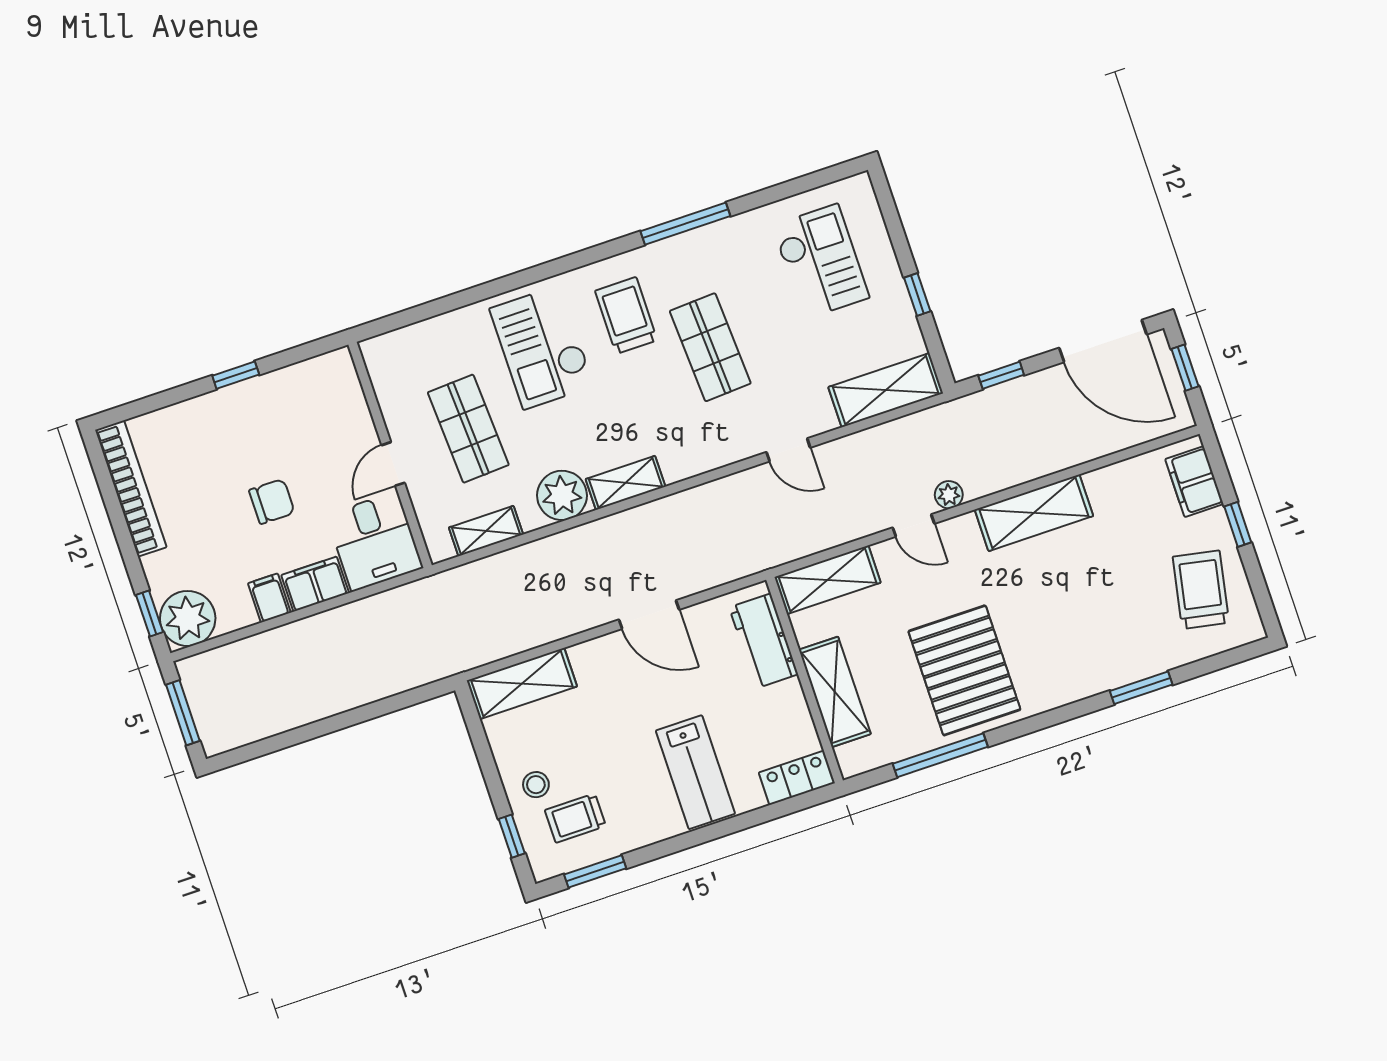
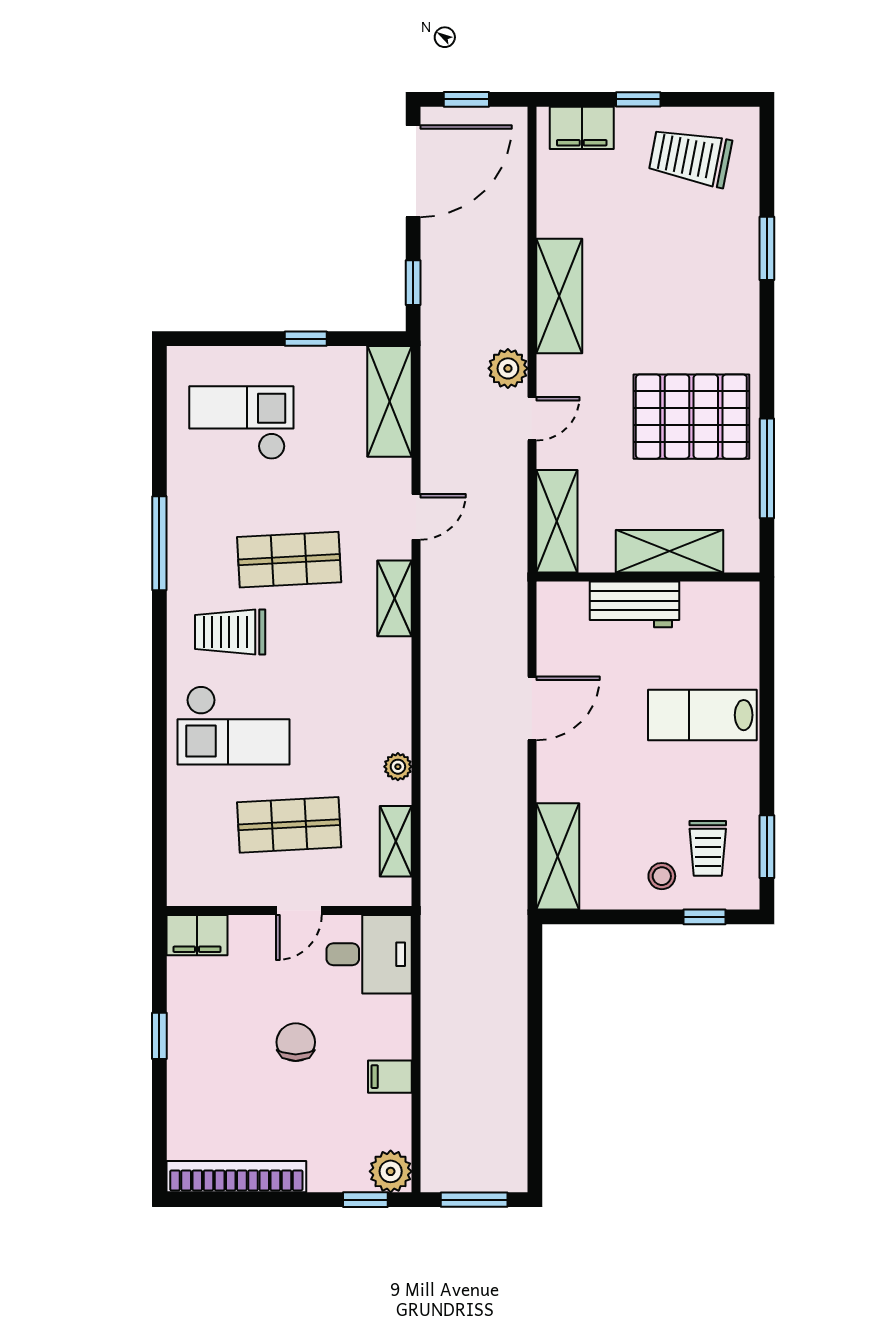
door: (393, 464) -> (299, 910), hinge flipped
shelving: (625, 483) -> (395, 598), moved
plant: (562, 495) -> (398, 767), width x0.53, depth x0.53
plant: (949, 495) -> (508, 368), width x1.38, depth x1.38
filing cabinet: (315, 584) -> (197, 935), moved, turned -90
plant: (188, 618) -> (391, 1171), width x0.73, depth x0.73
workbench: (764, 641) -> (635, 604), moved
lab bench: (695, 772) -> (702, 715), turned 180
locker: (797, 778) -> (742, 617), removed

